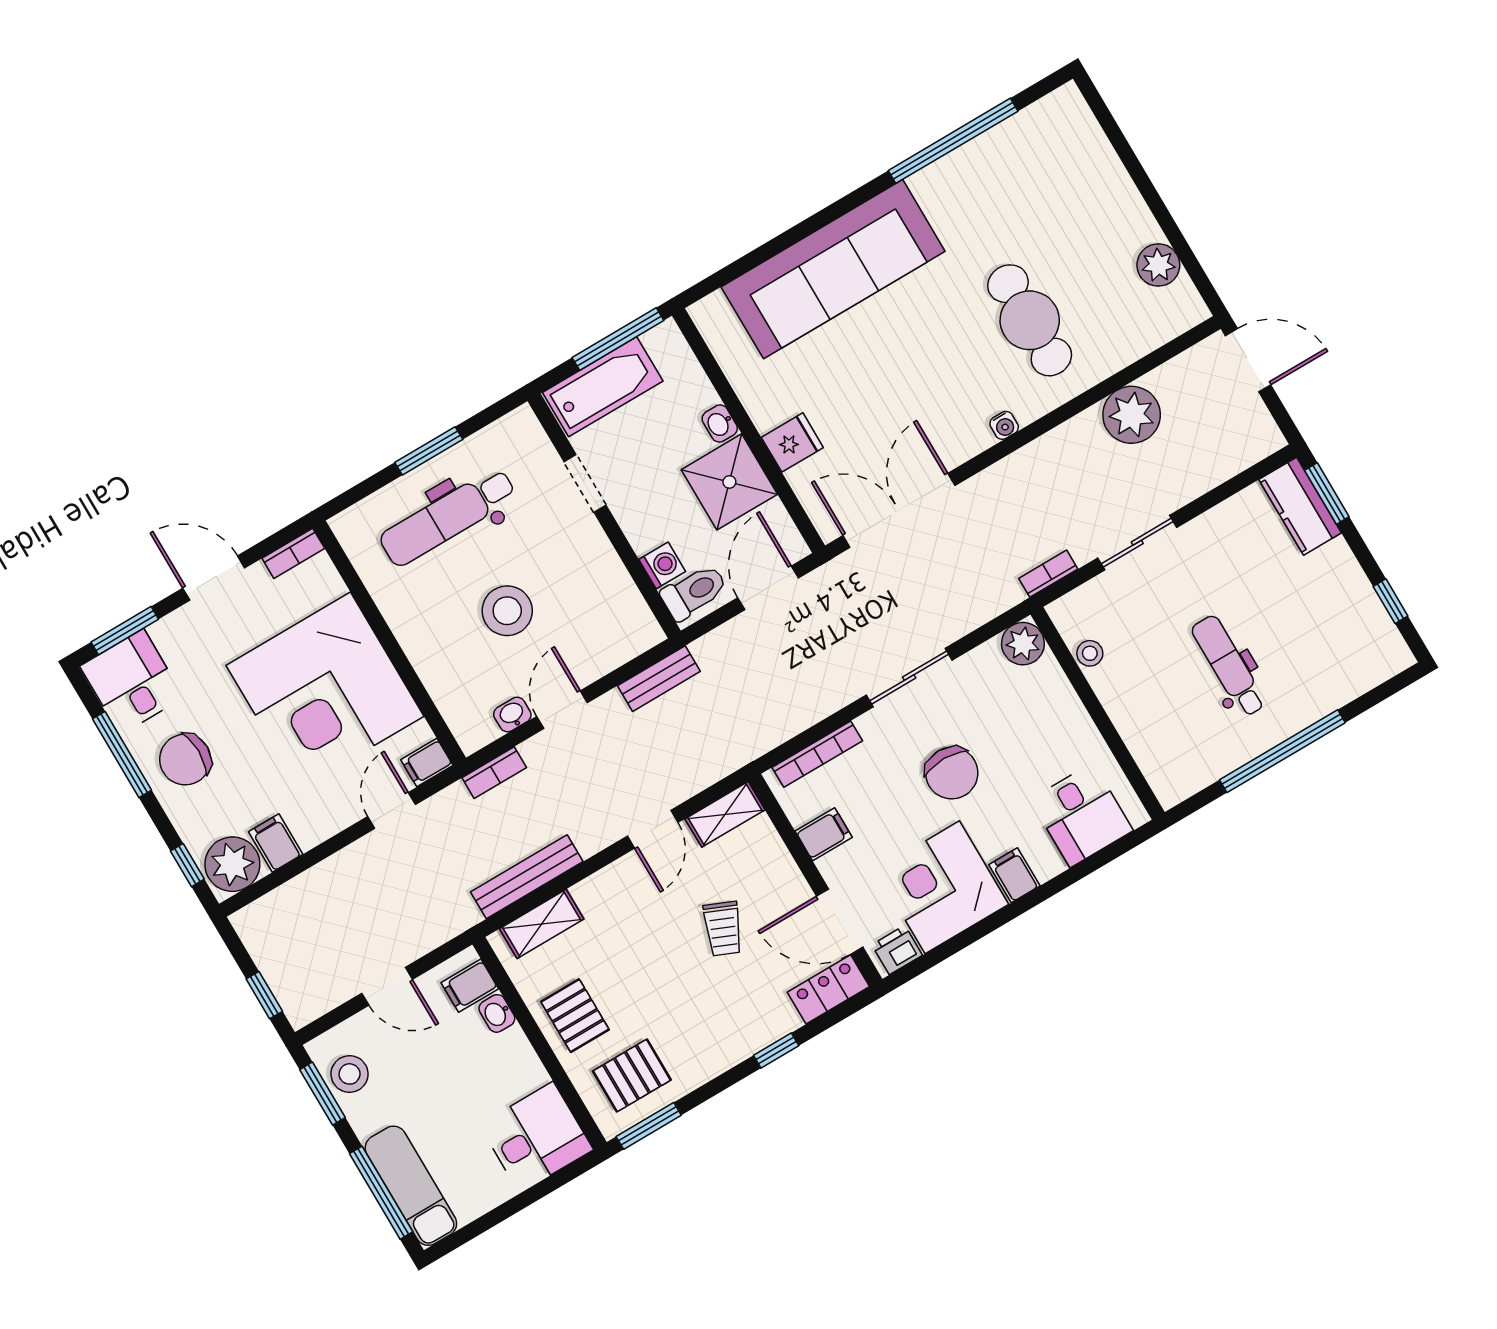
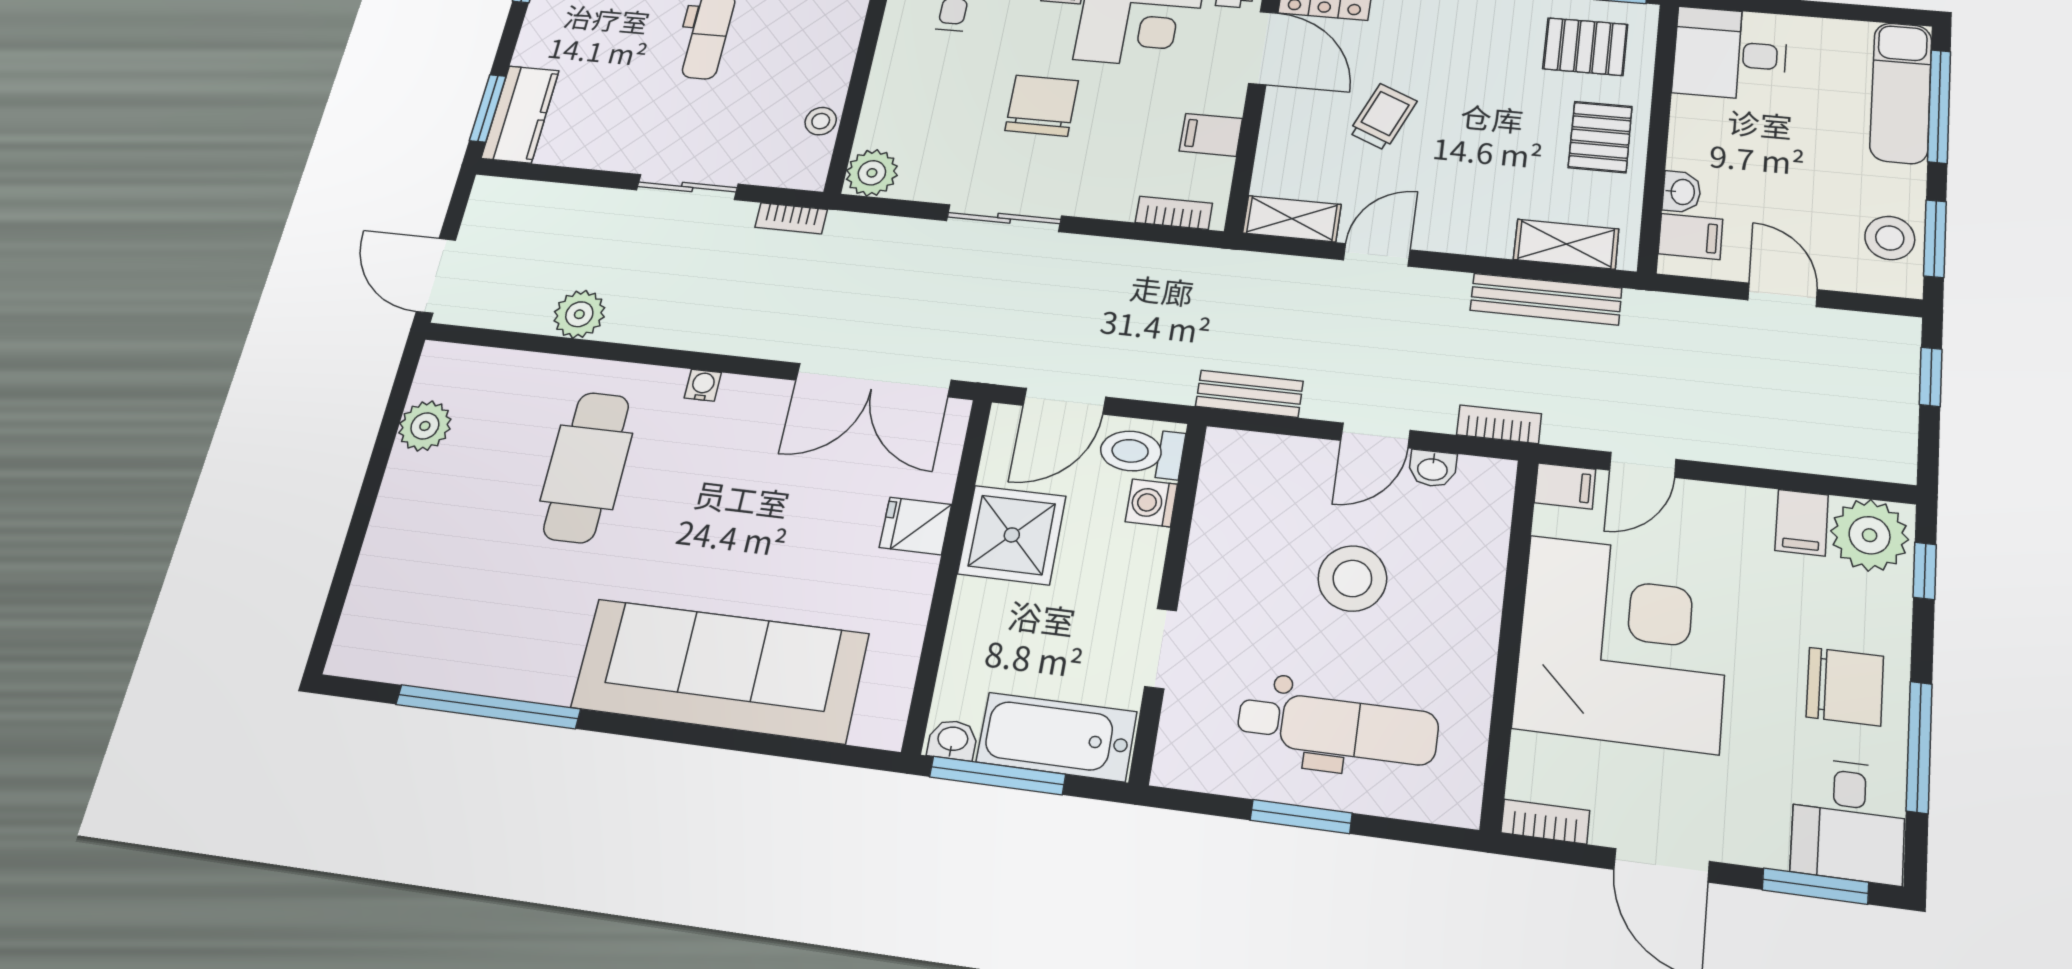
plant: (1132, 415) -> (579, 314), width x0.73, depth x0.73
washbasin: (720, 424) -> (953, 740), moved, turned -90
bookcase: (817, 754) -> (1174, 213), width x0.64

